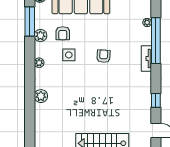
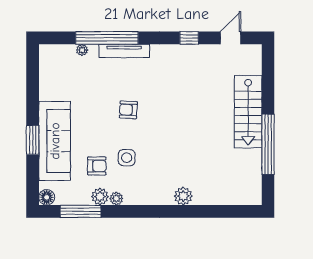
tv unit: (146, 58) -> (124, 51), width x1.41
plant: (39, 63) -> (116, 199), moved

